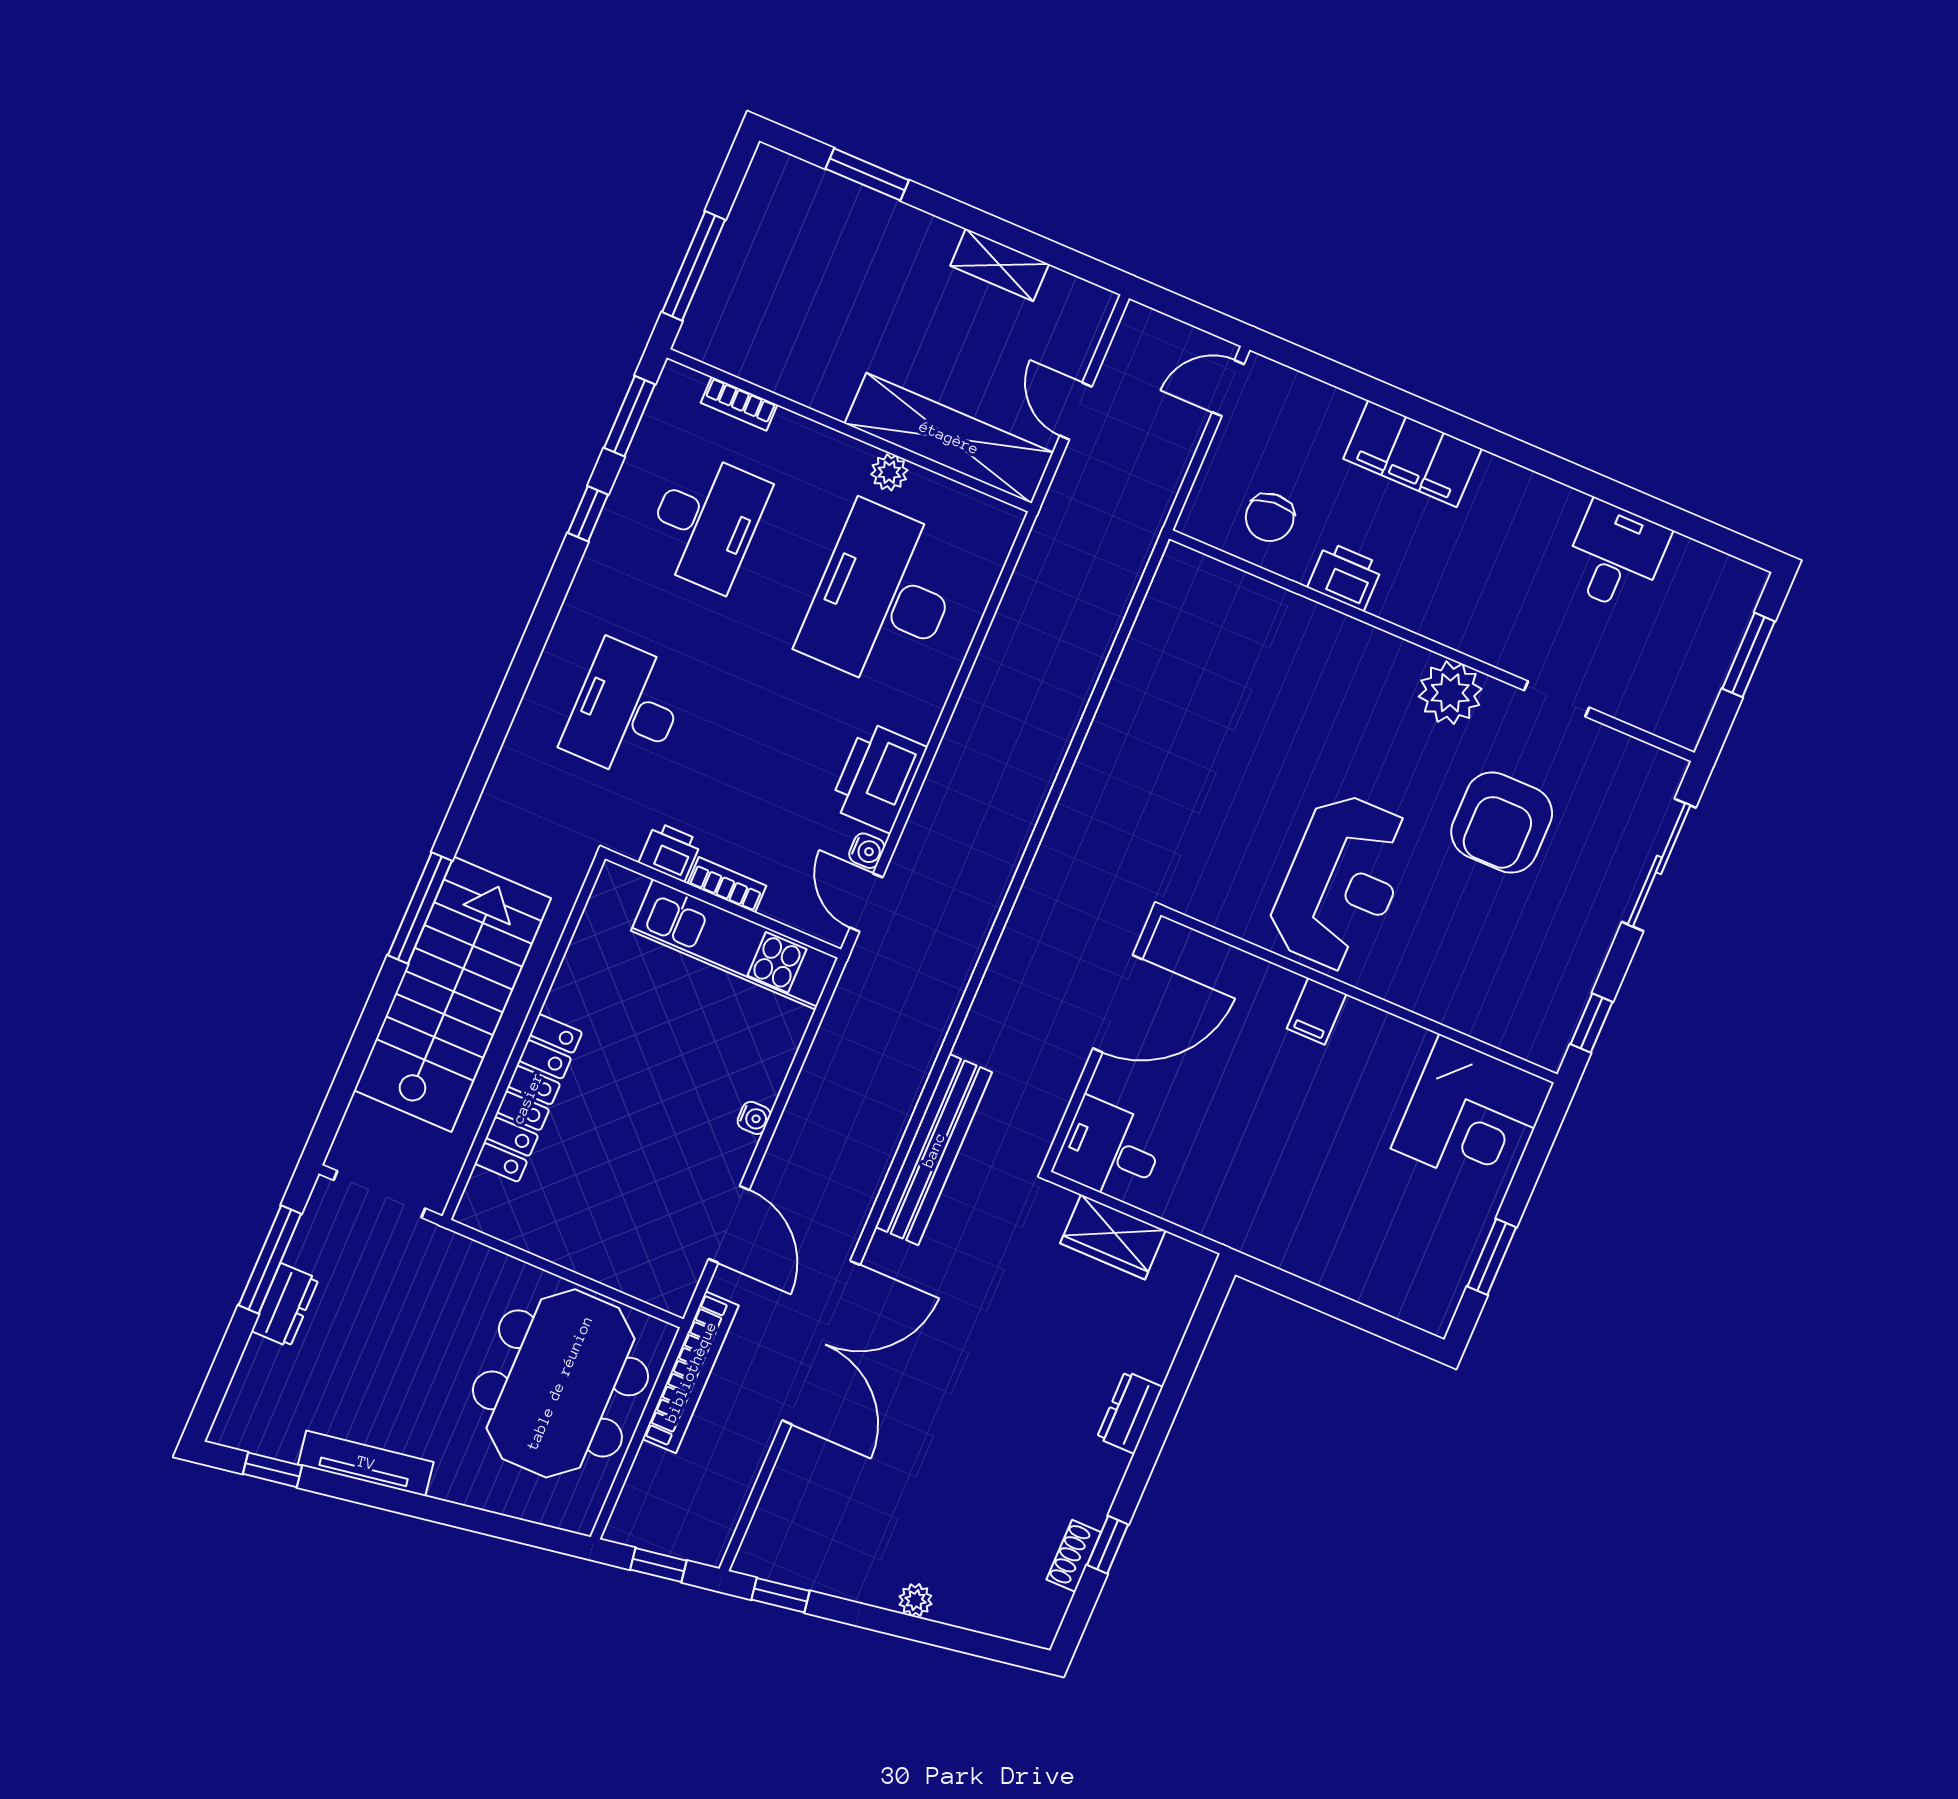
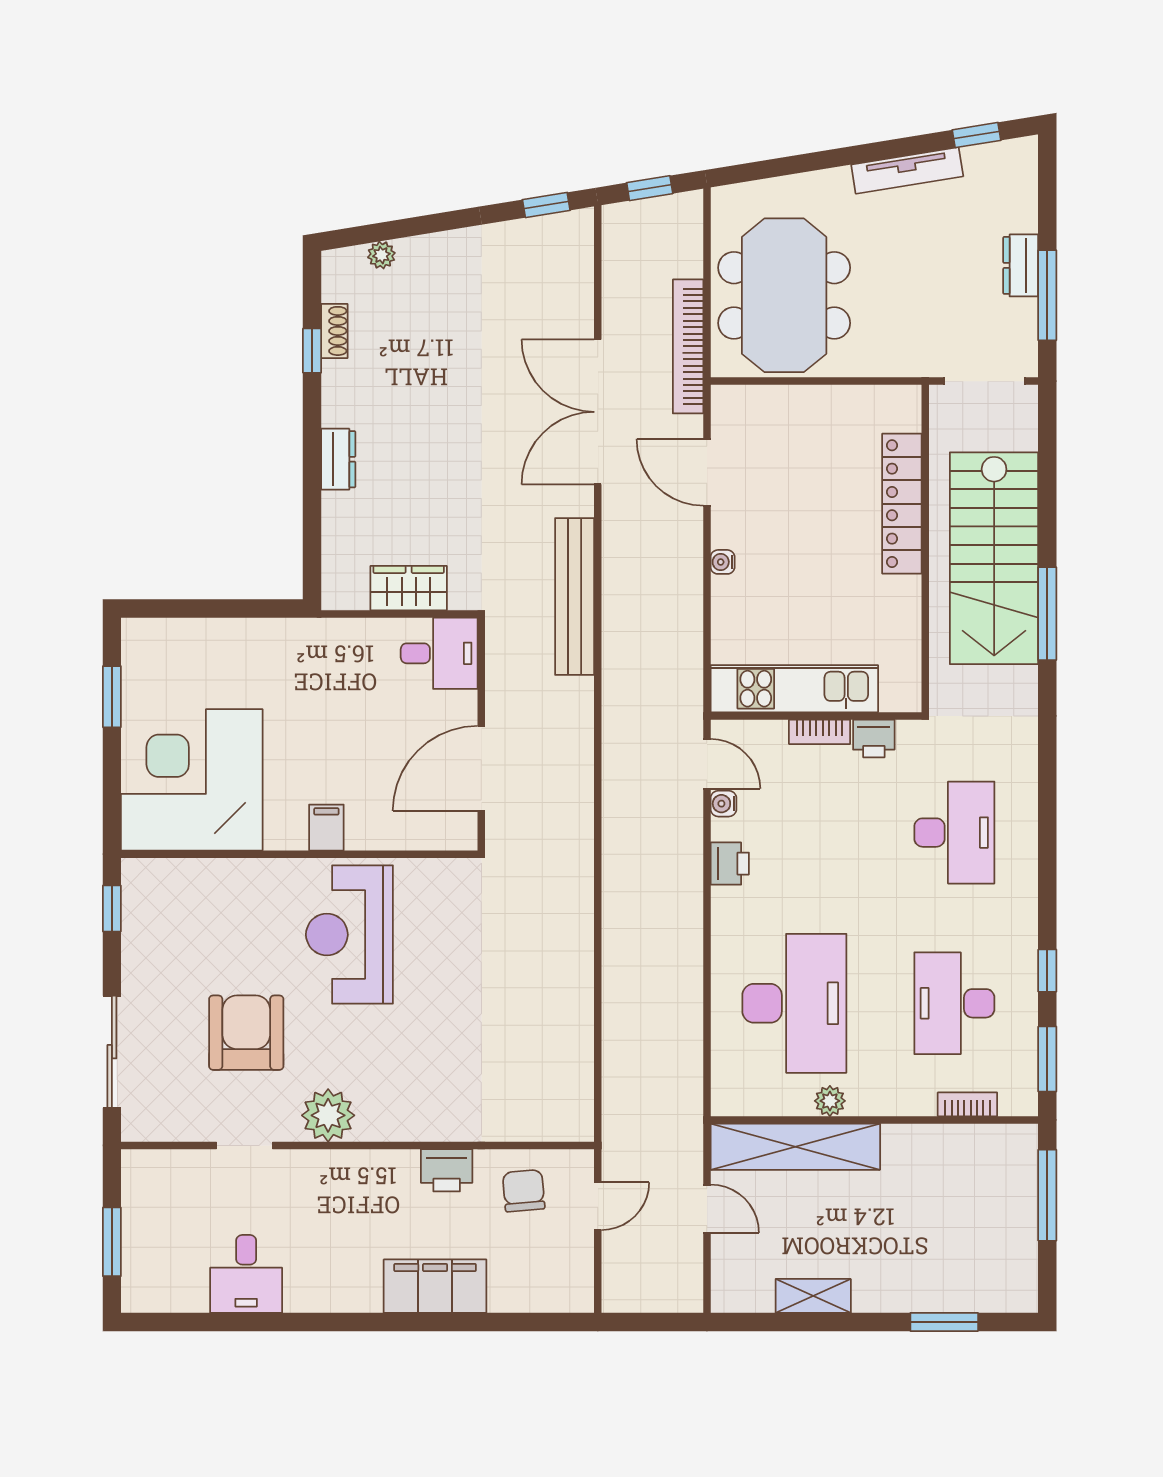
door: (1228, 388) -> (598, 1206), moved
printer: (878, 777) -> (730, 864), width x0.53, depth x0.68
corner desk: (1472, 1116) -> (192, 780), width x1.36, depth x1.36
plant: (915, 1600) -> (381, 255), moved

